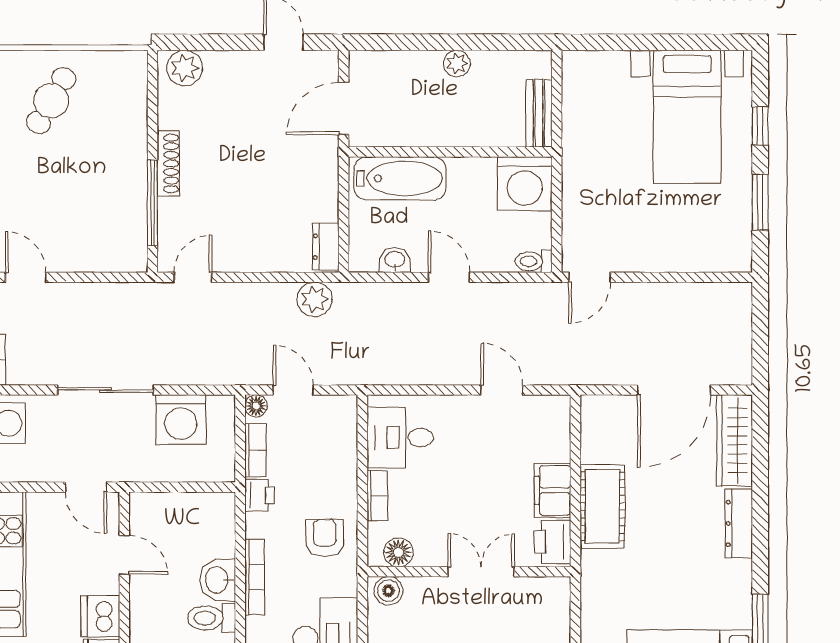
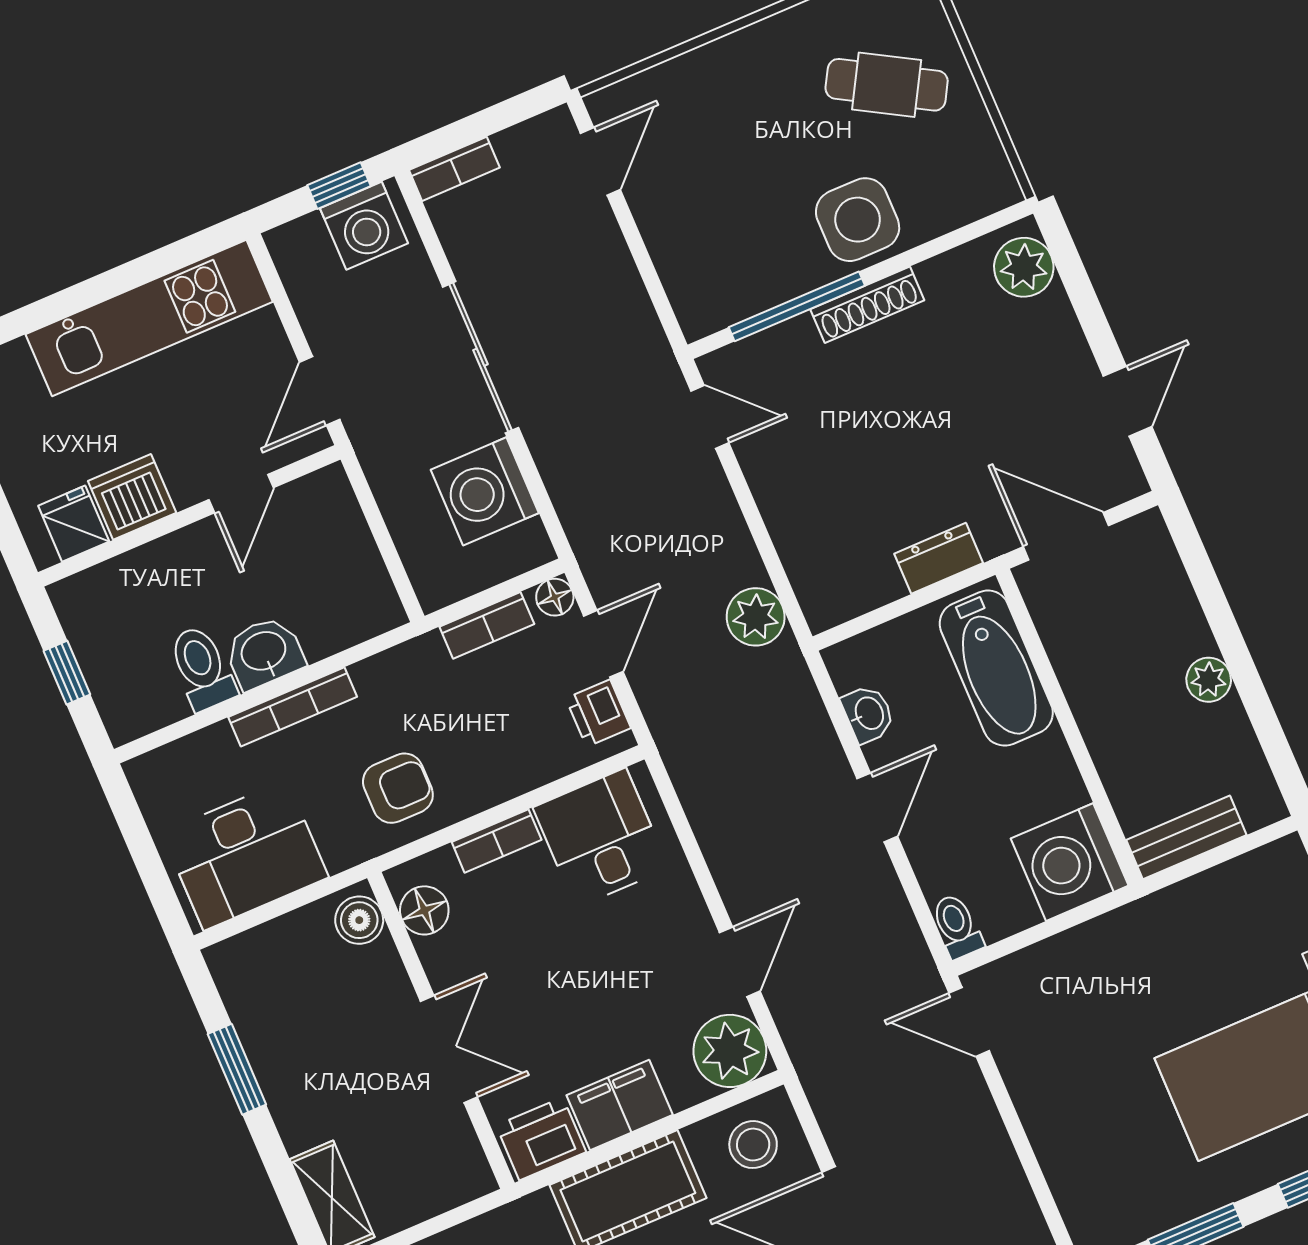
side table: (119, 149) -> (858, 220), added
dresser: (326, 247) -> (939, 558), moved
plant: (549, 417) -> (730, 1051), added
stool: (606, 426) -> (753, 1145), added
printer: (259, 495) -> (598, 713), moved, turned 90

